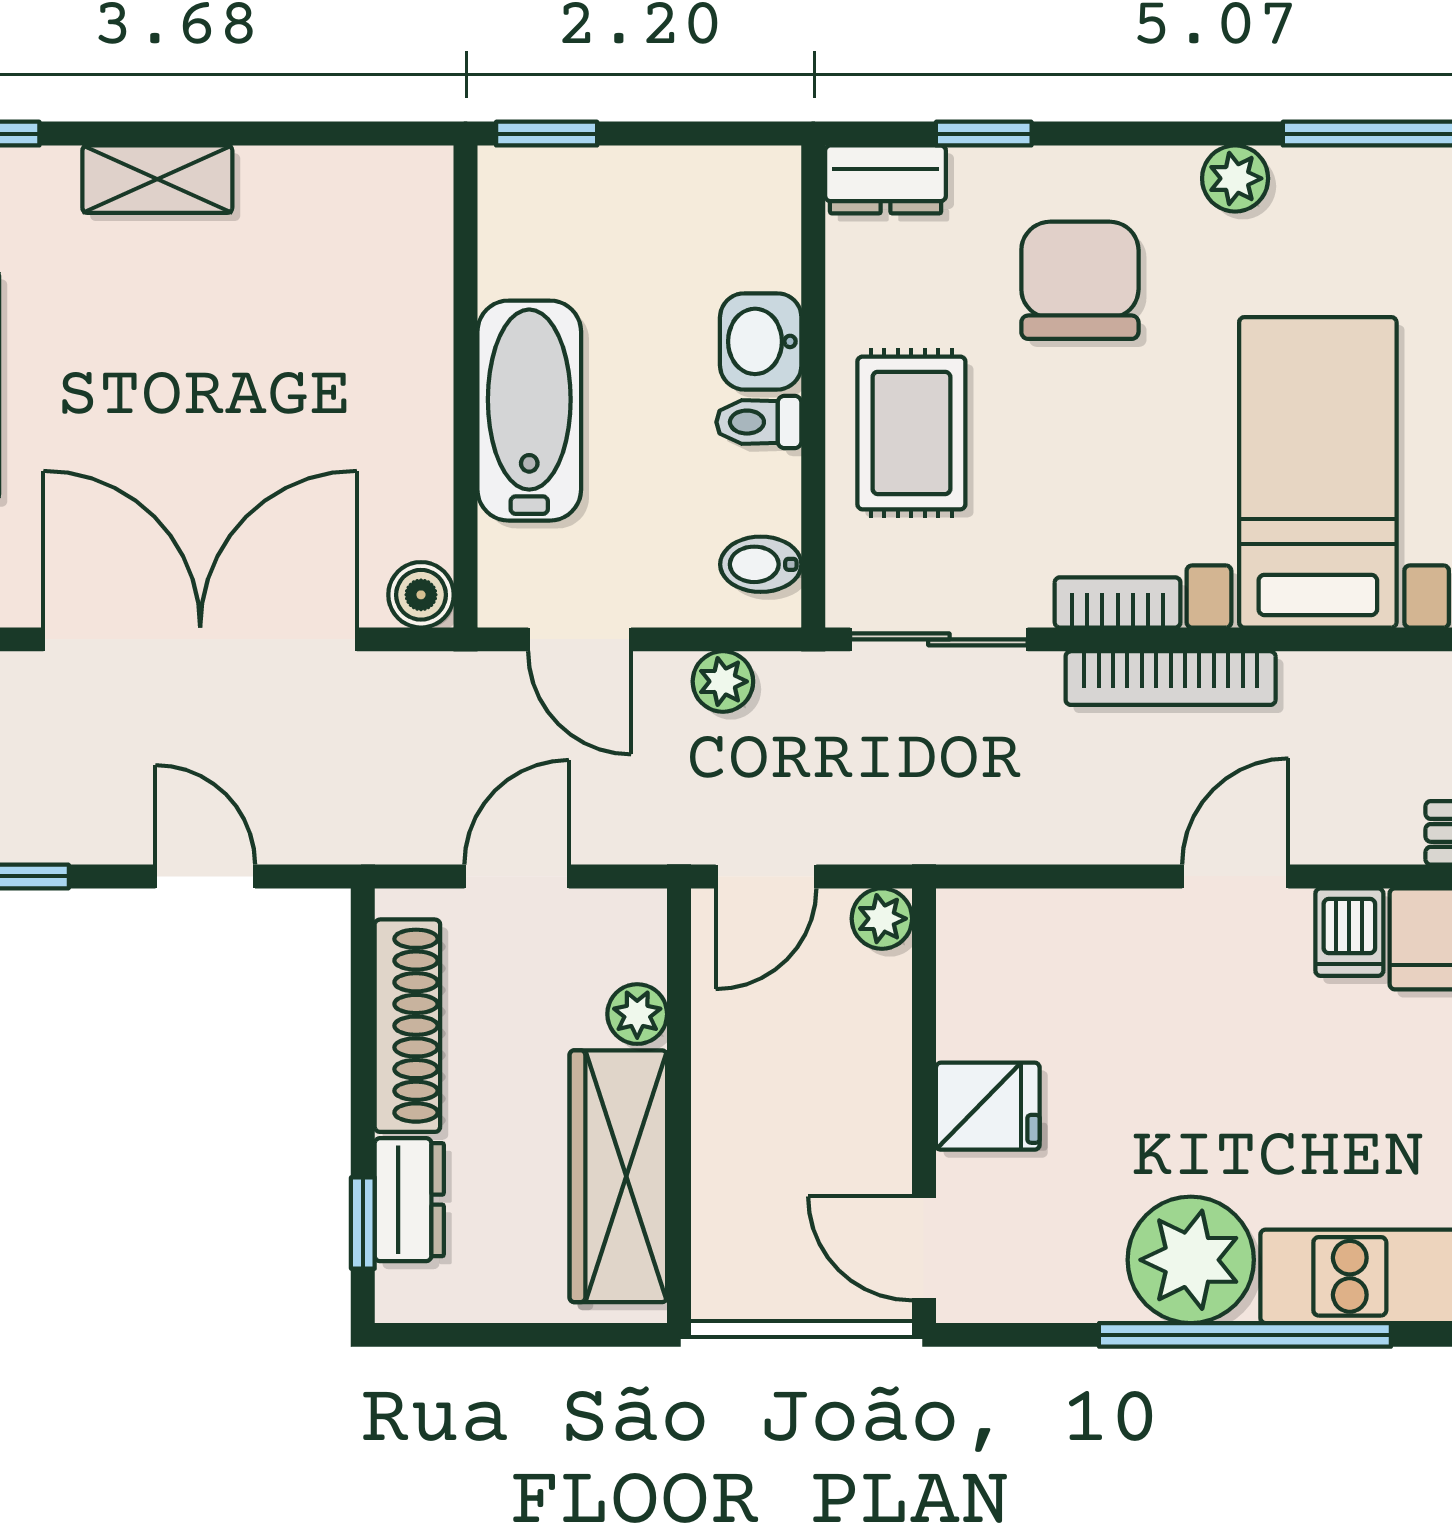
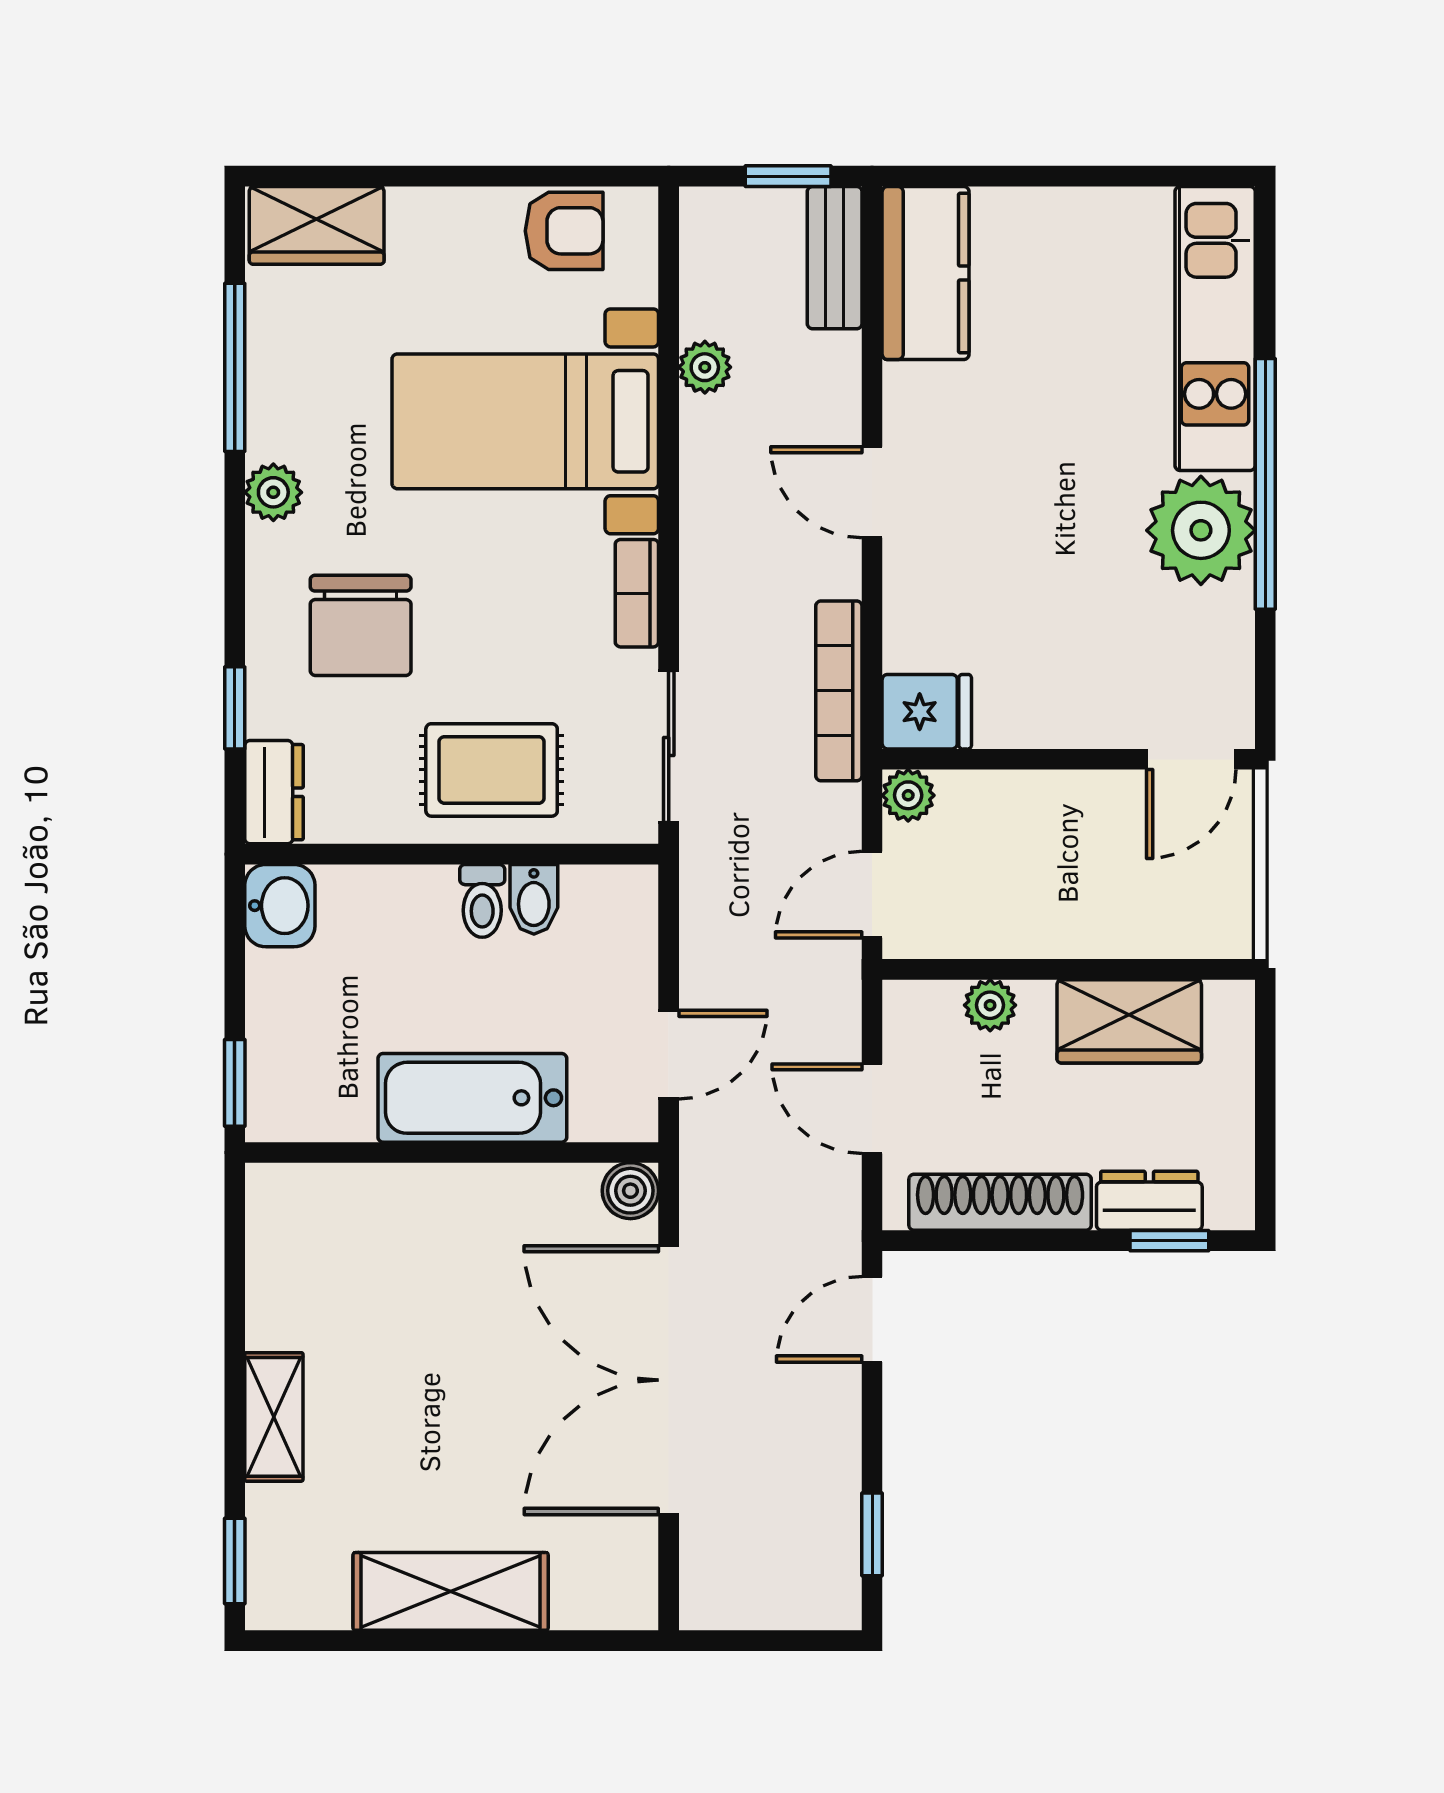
chair: (1080, 280) -> (361, 625), turned -90
washbasin: (761, 341) -> (280, 906), moved, turned -90
bidet: (761, 564) -> (534, 899), moved
bookcase: (1171, 678) -> (839, 691), moved, turned 180
plant: (723, 681) -> (705, 367), moved
door: (205, 876) -> (872, 1319), moved
door: (766, 876) -> (872, 895), swing flipped
dishwasher: (1349, 932) -> (920, 394), removed
fridge: (988, 1106) -> (927, 712), moved, turned 90
wardrobe: (618, 1176) -> (1129, 1021), width x0.67

